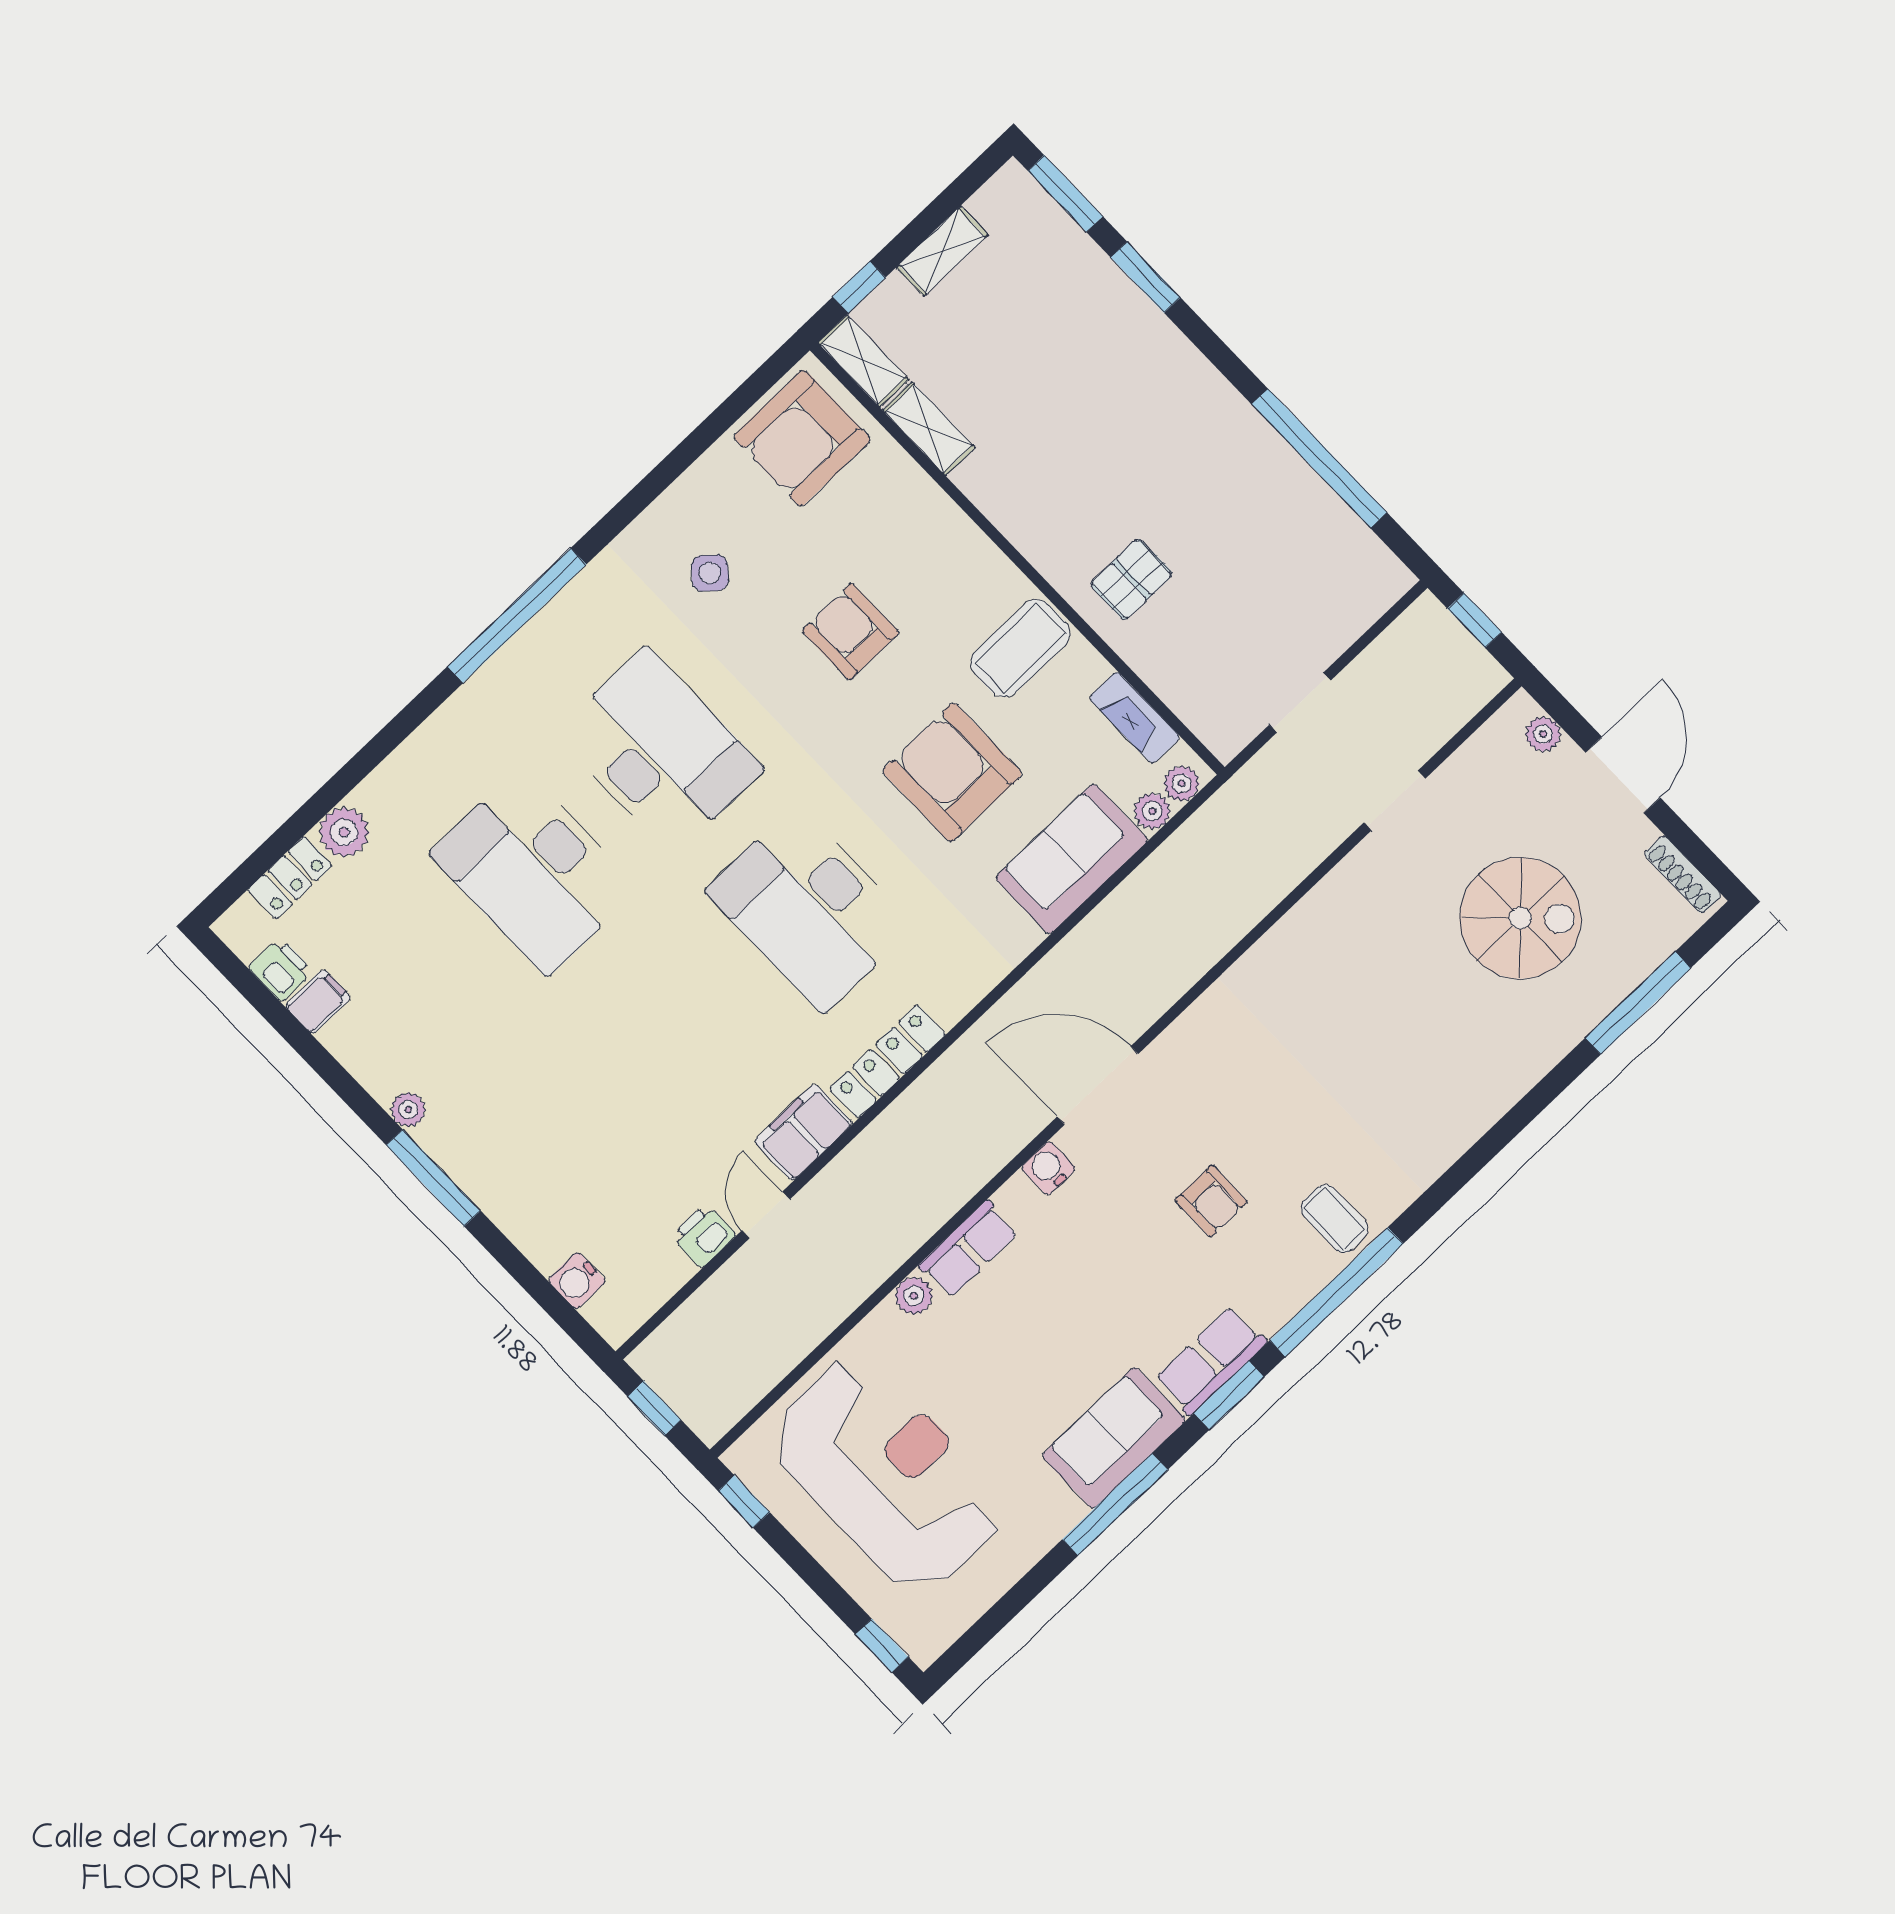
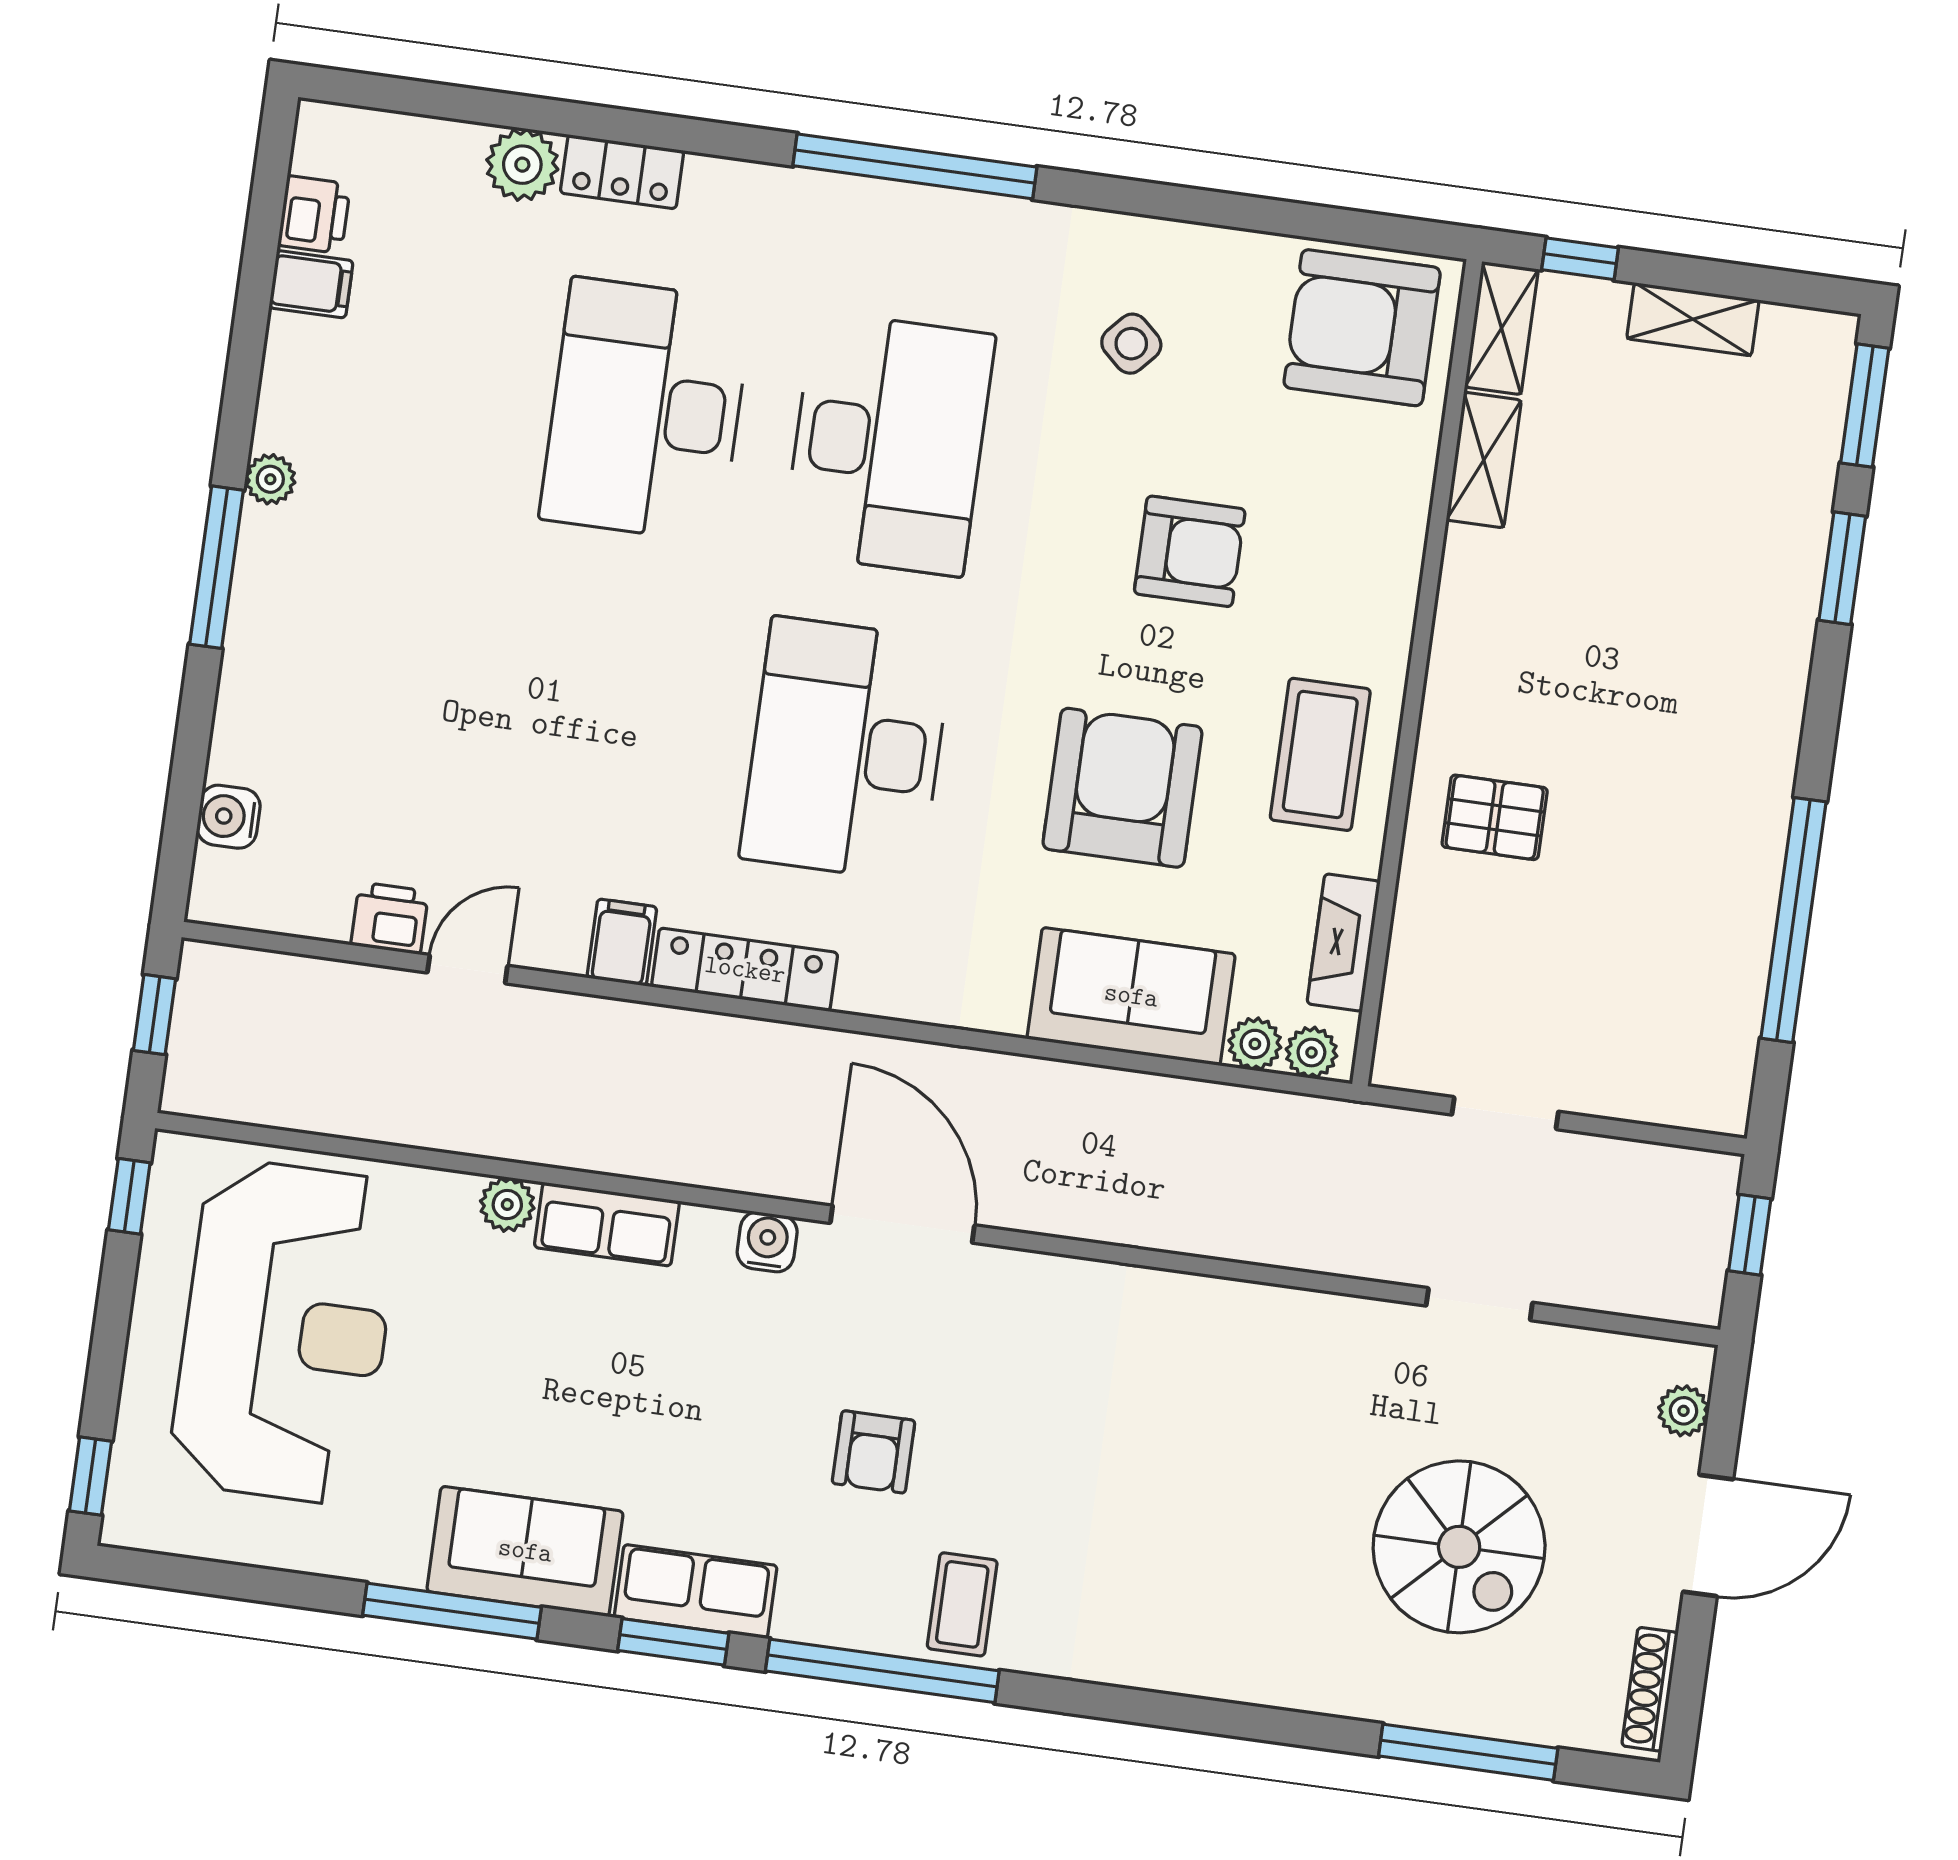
armchair: (851, 632) -> (1190, 551), turned 90
coffee table: (1020, 648) -> (1320, 754), turned 90
locker: (290, 878) -> (622, 172), moved
filing cabinet: (803, 1132) -> (622, 942), width x0.50

